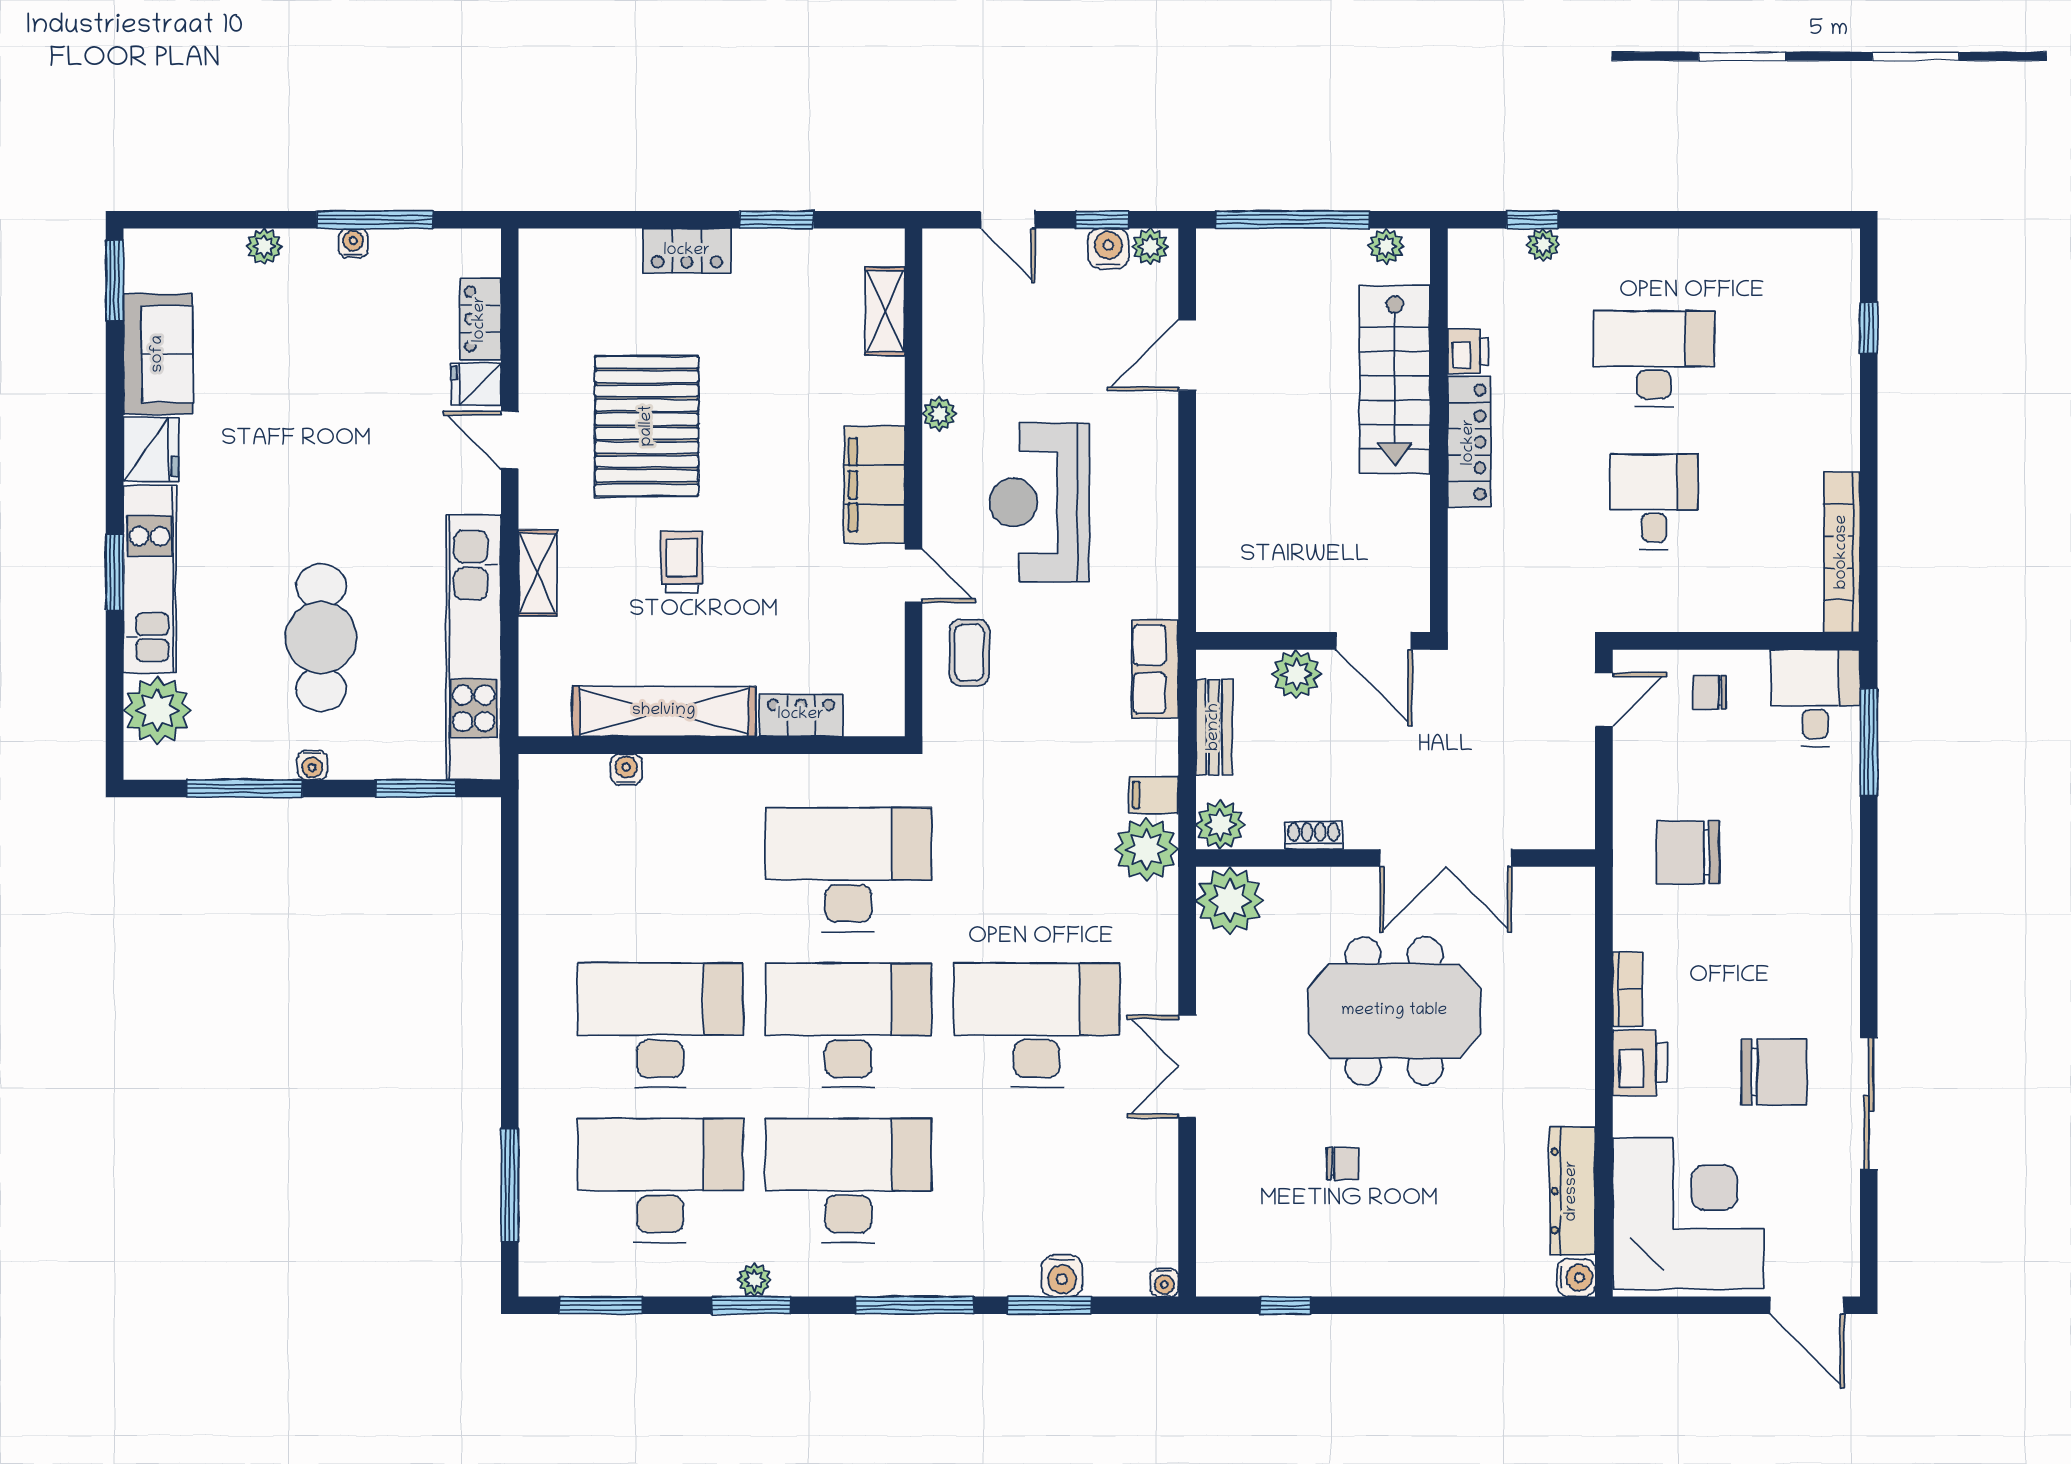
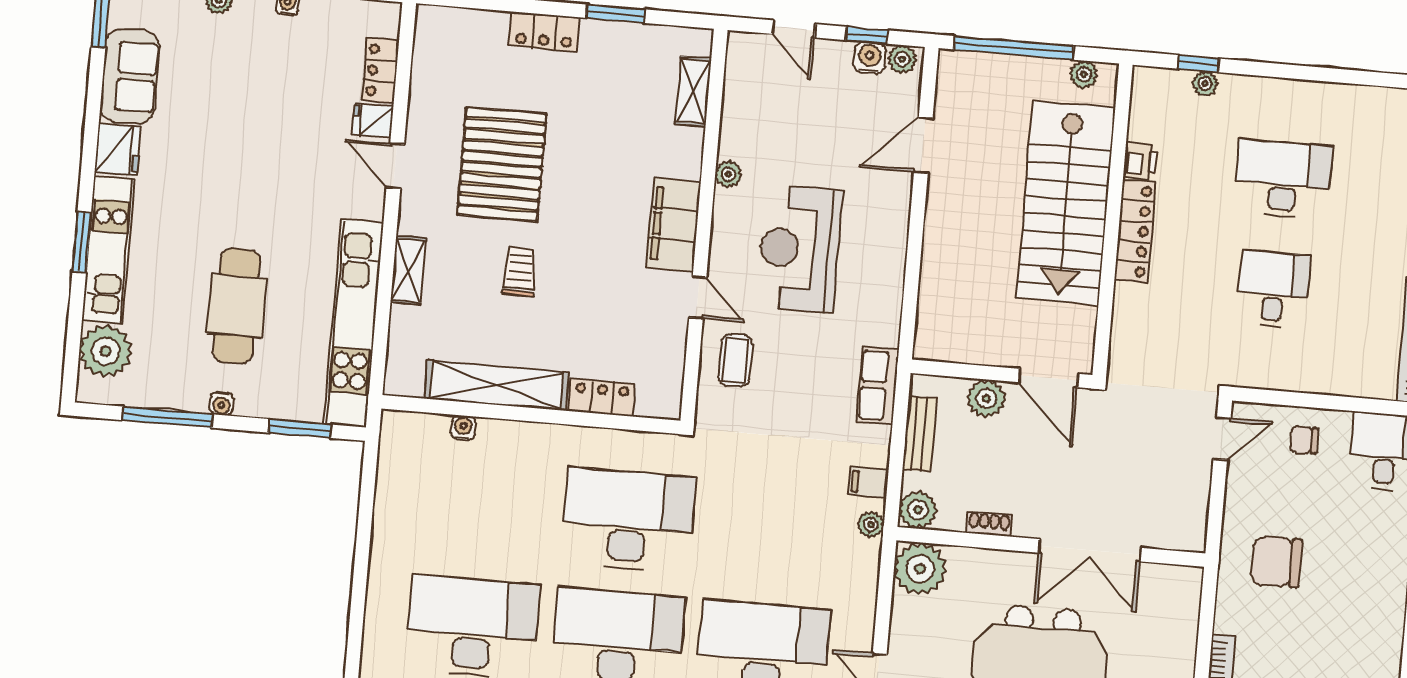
stairs: (1395, 380) -> (1066, 203), width x1.36, depth x1.51
plant: (1146, 849) -> (871, 525), width x0.53, depth x0.53

